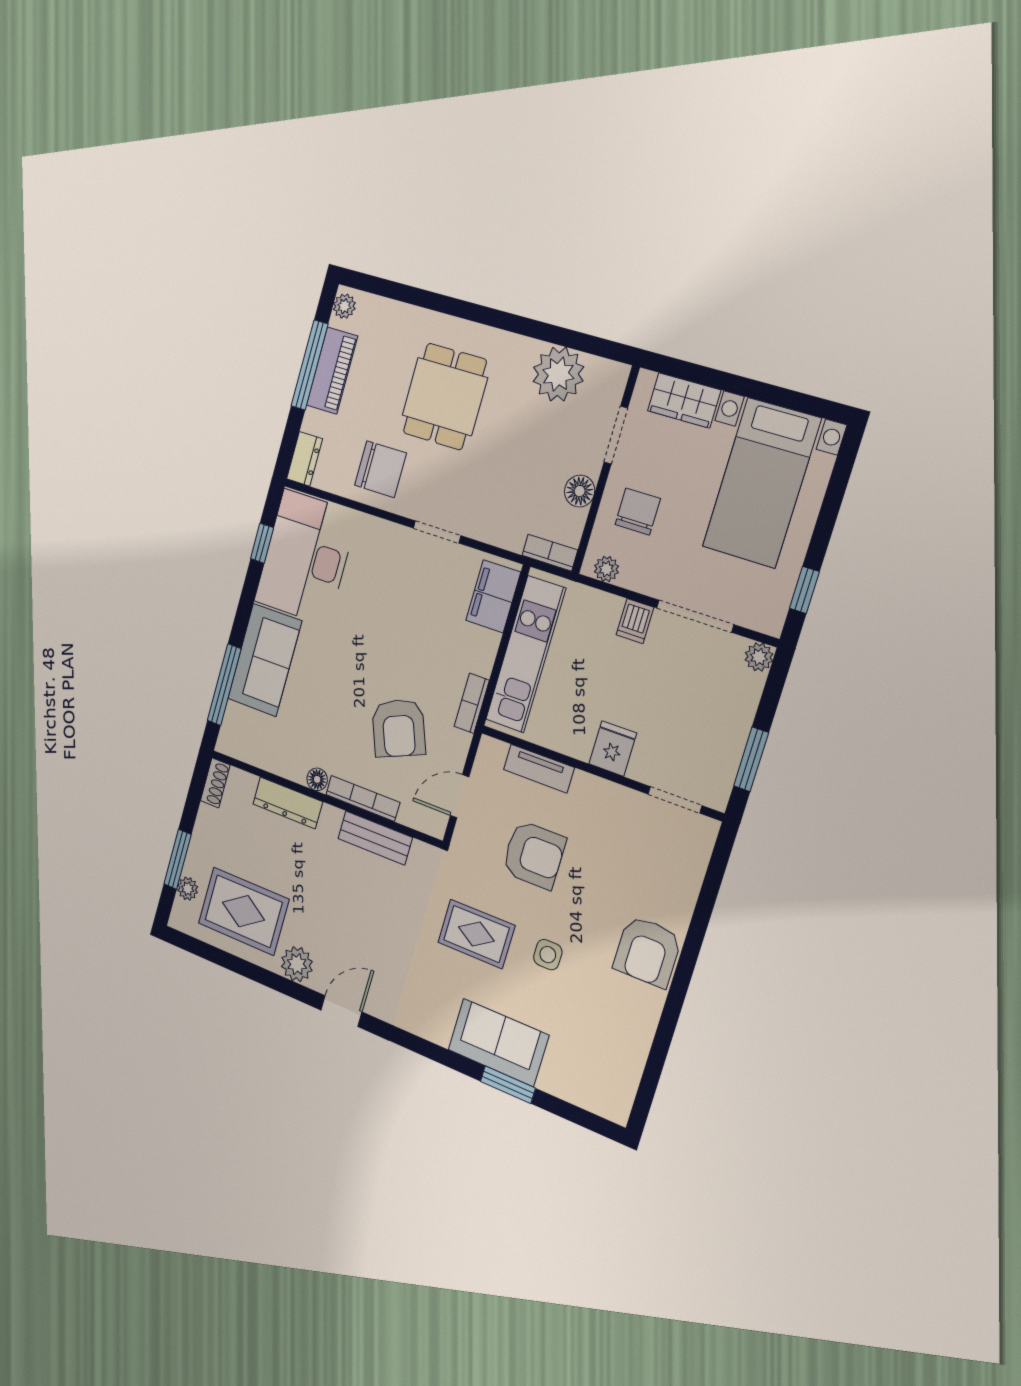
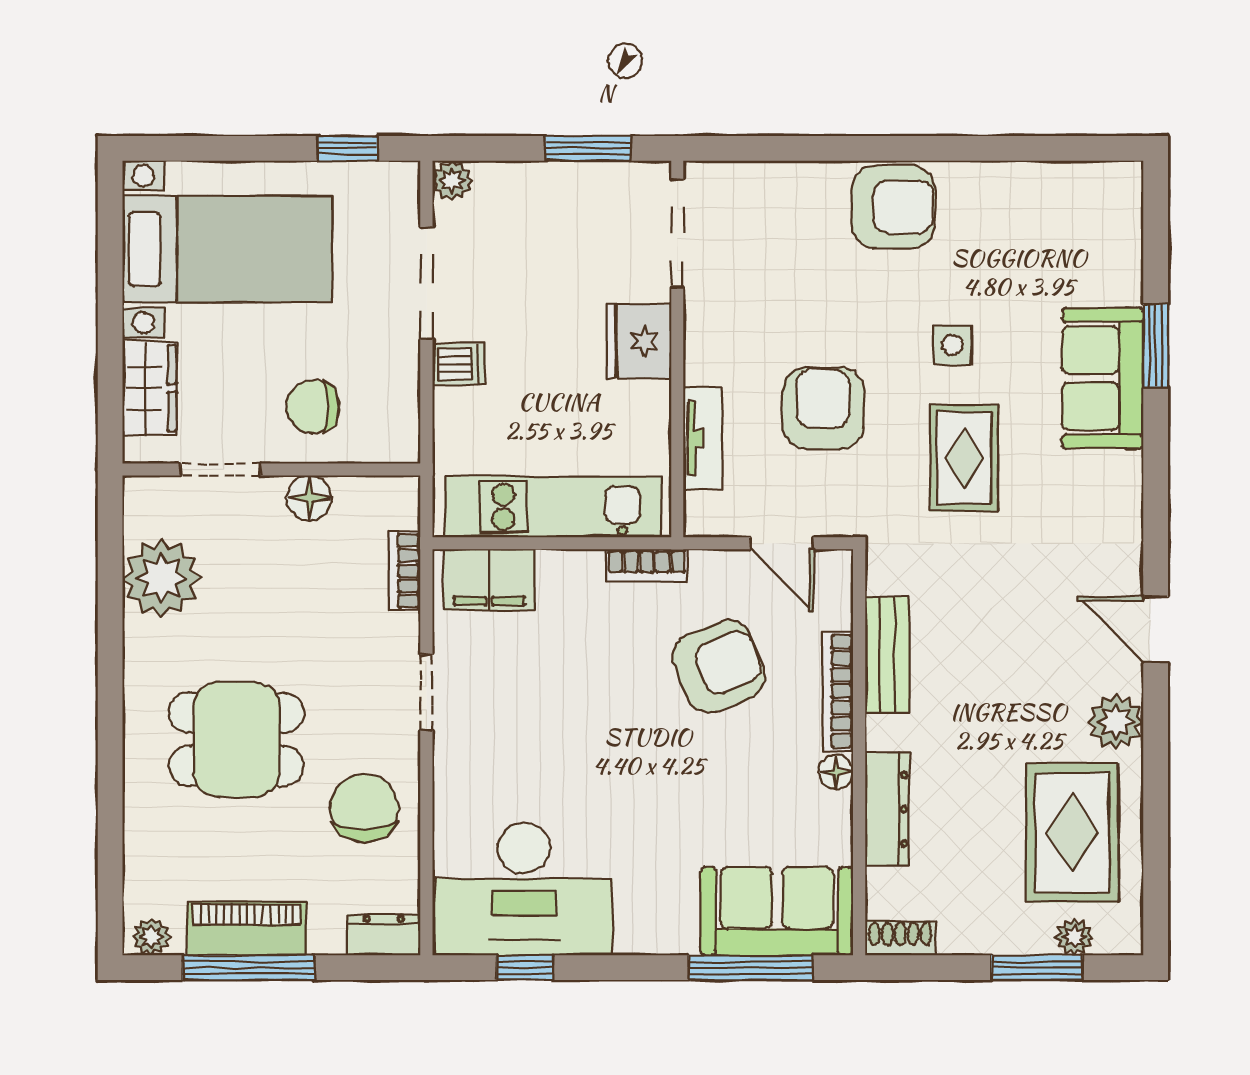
bookcase: (550, 553) -> (405, 571), moved
plant: (606, 569) -> (402, 426), removed
sofa: (265, 660) -> (777, 911), moved
fridge: (613, 748) -> (639, 341), width x1.38
doorway: (675, 800) -> (677, 234), width x1.38

